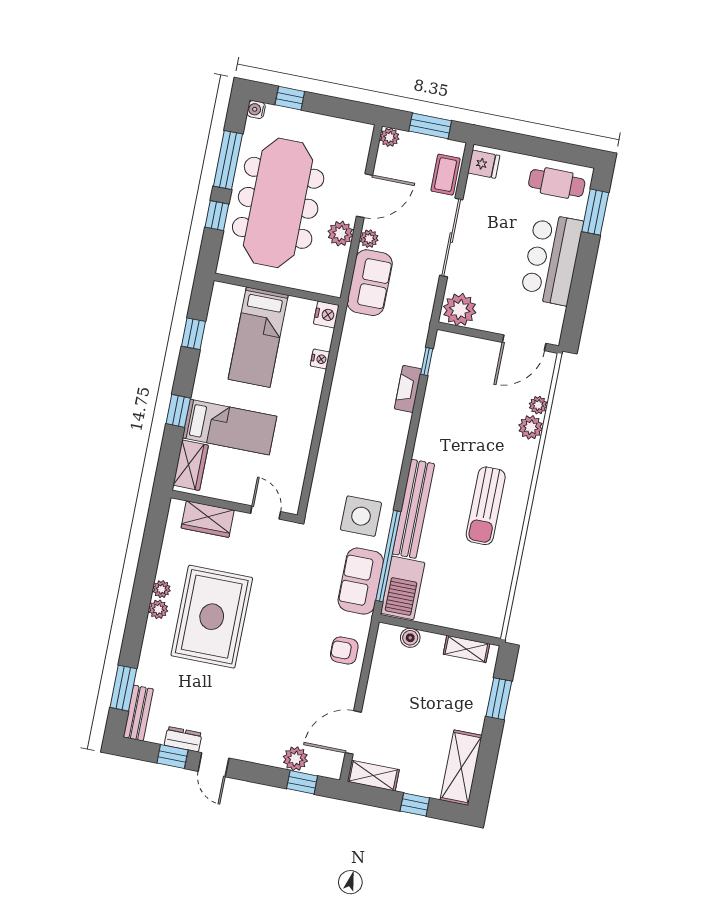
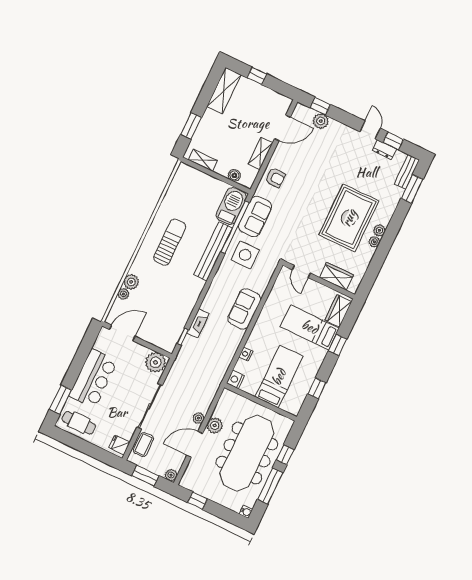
window: (290, 98) -> (198, 501), moved
sofa: (370, 283) -> (244, 309), moved
shelving: (373, 776) -> (260, 153), moved, turned 90

